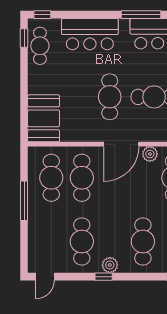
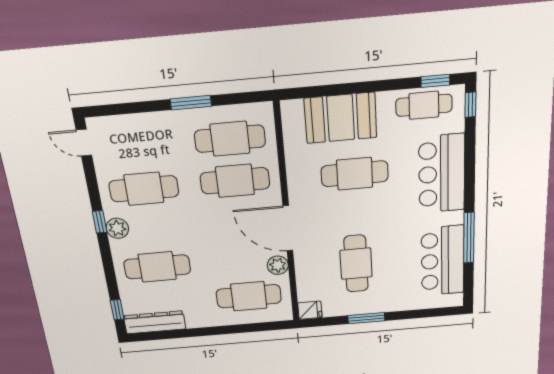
cafe table: (110, 97) -> (355, 174), moved
booth: (44, 118) -> (341, 118), moved
window: (24, 201) -> (191, 103), width x0.69

